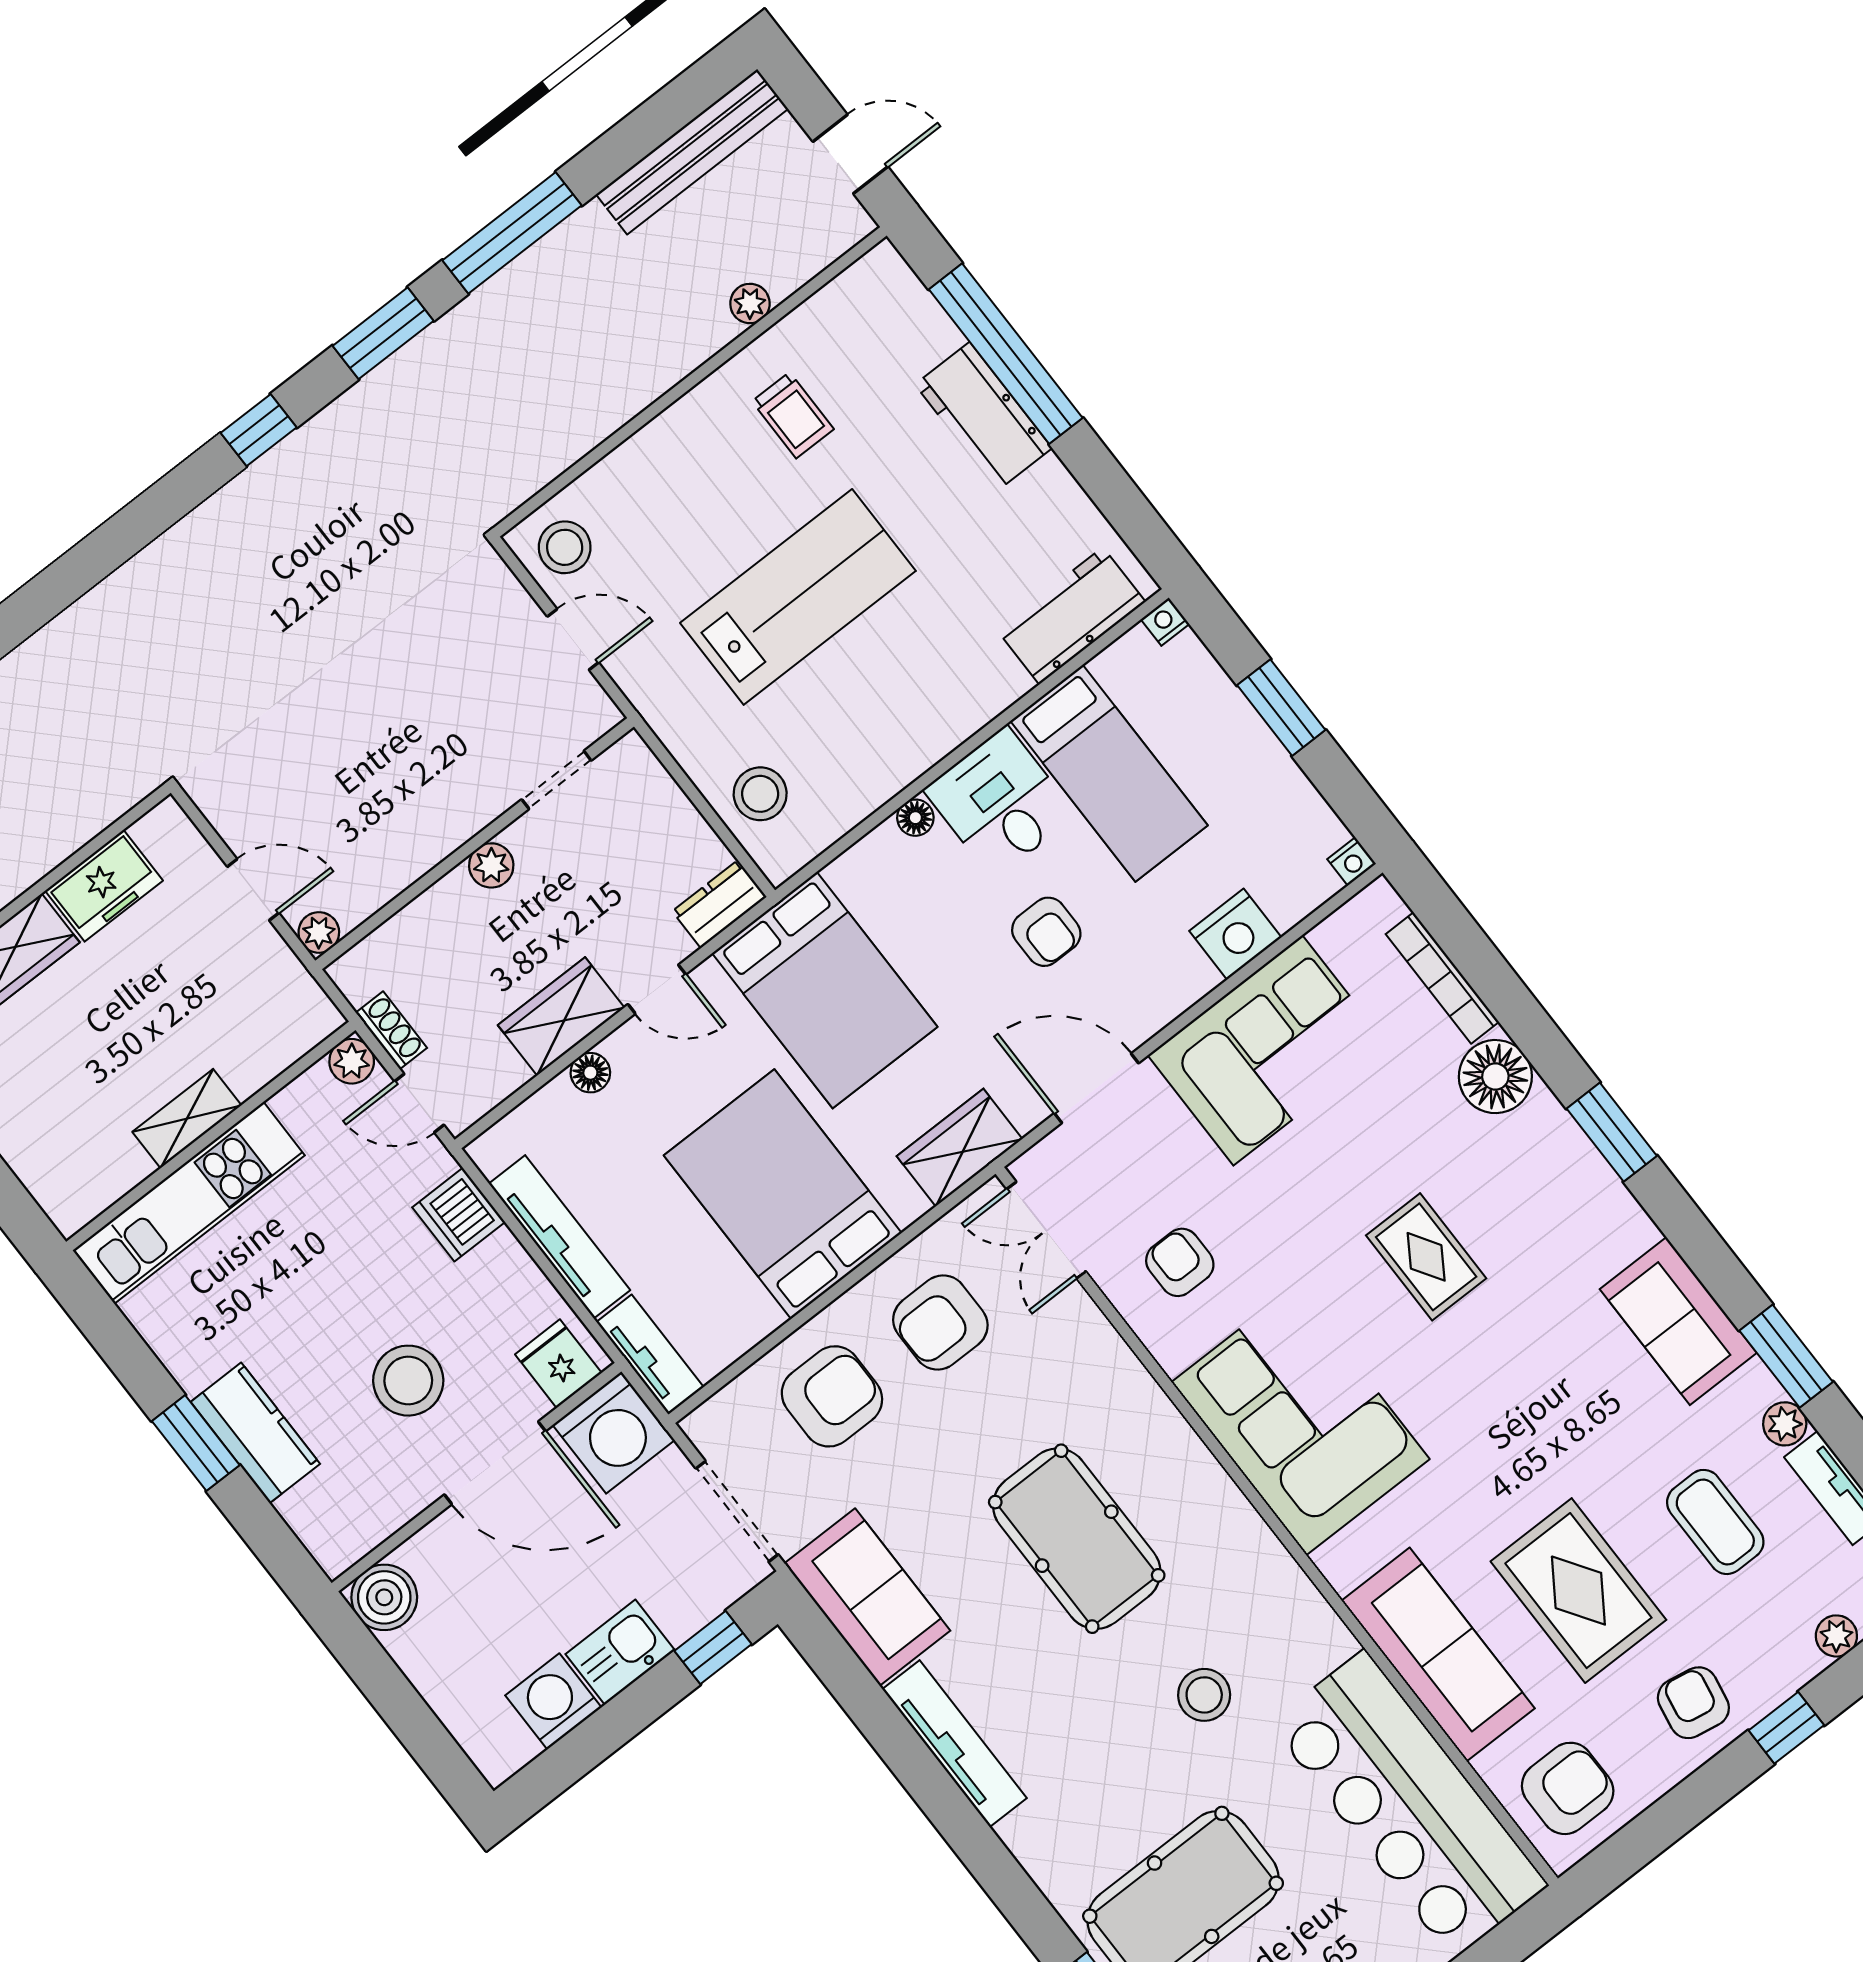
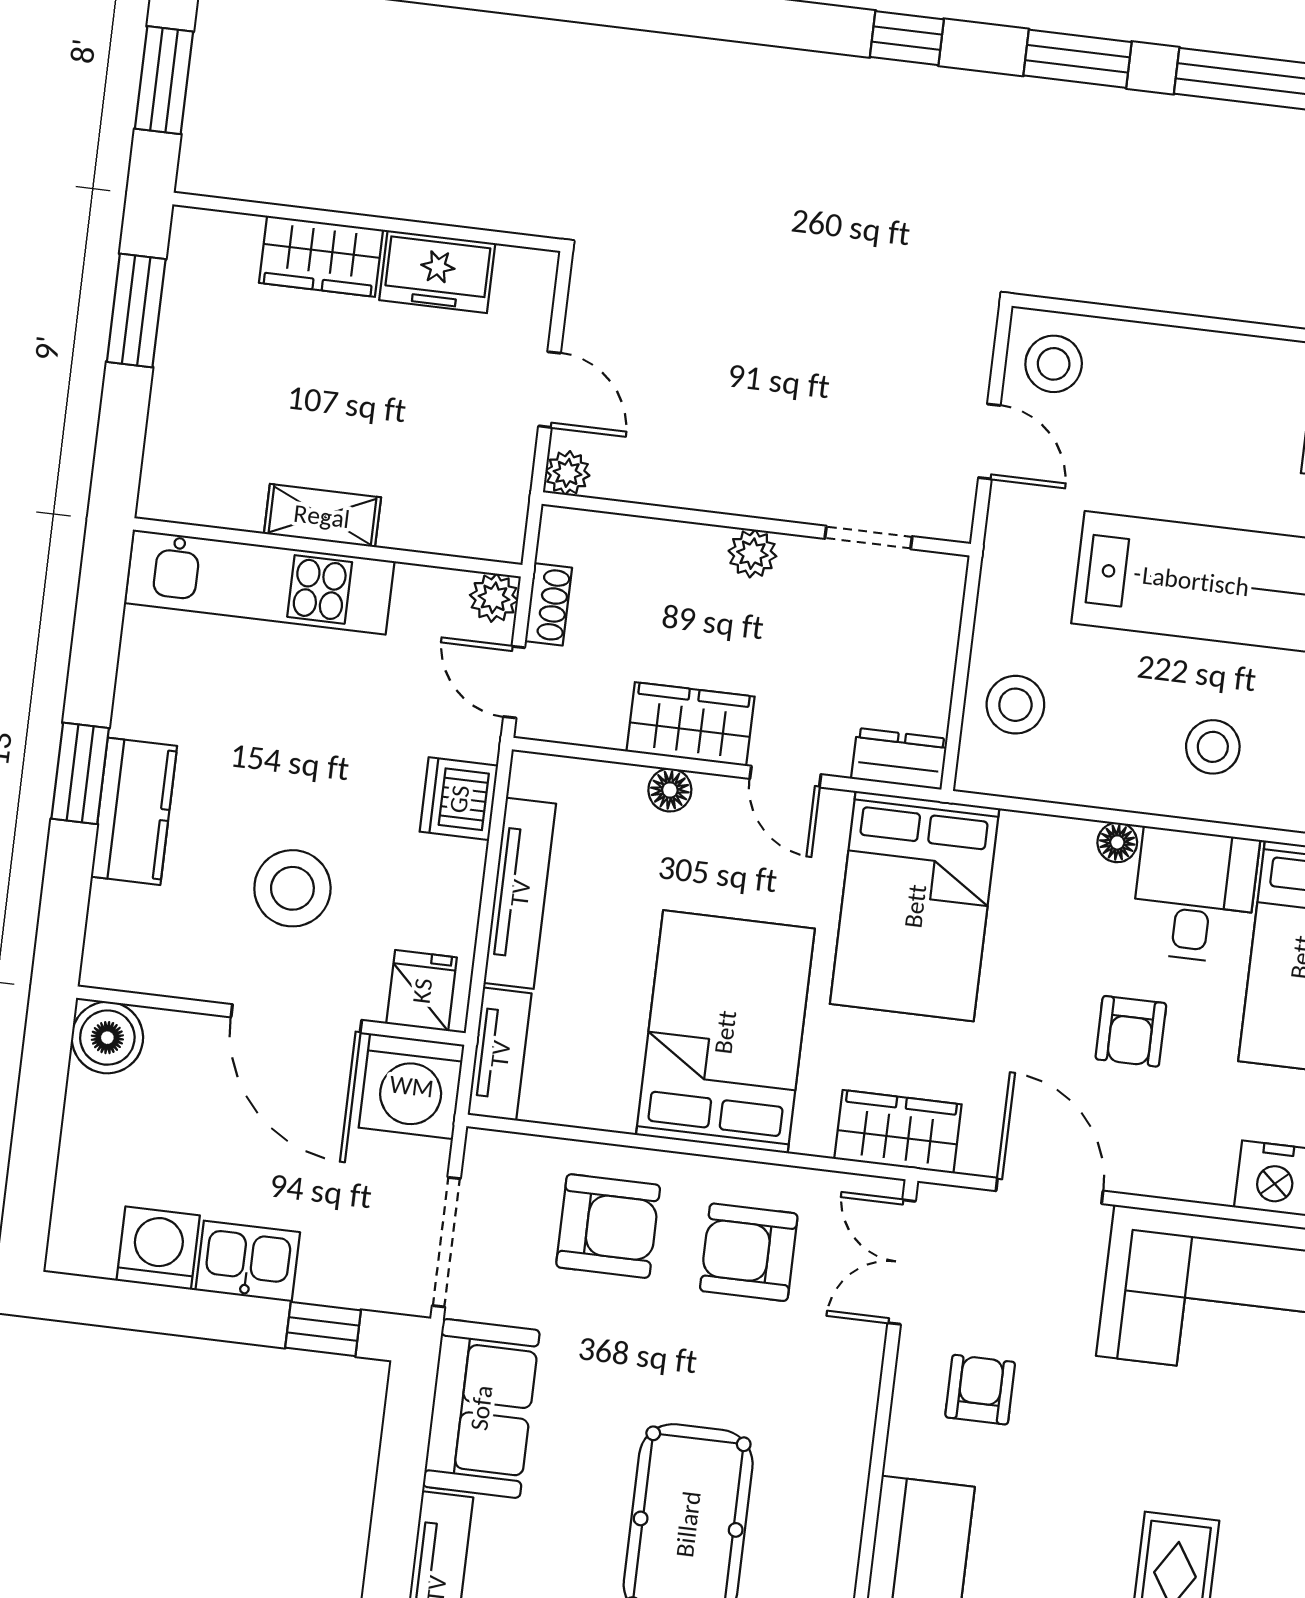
stool: (916, 694) -> (1213, 747), added

